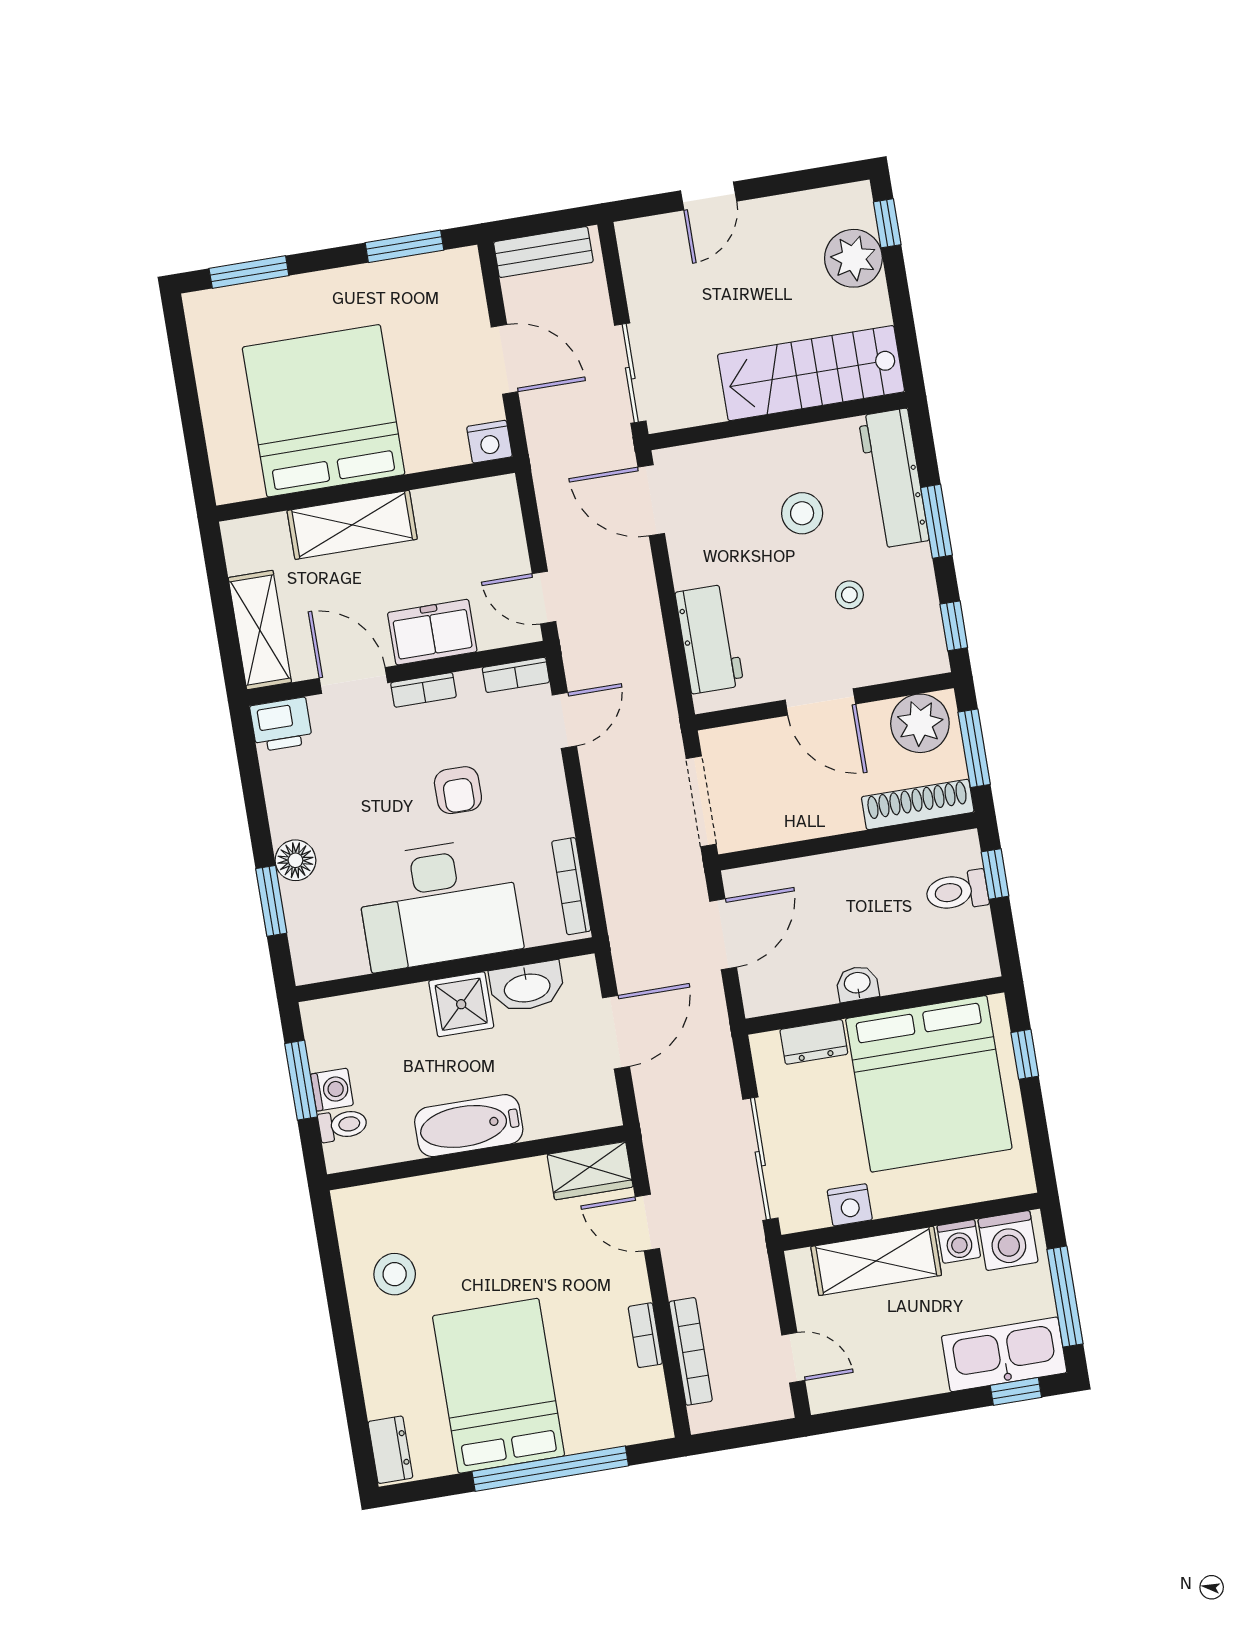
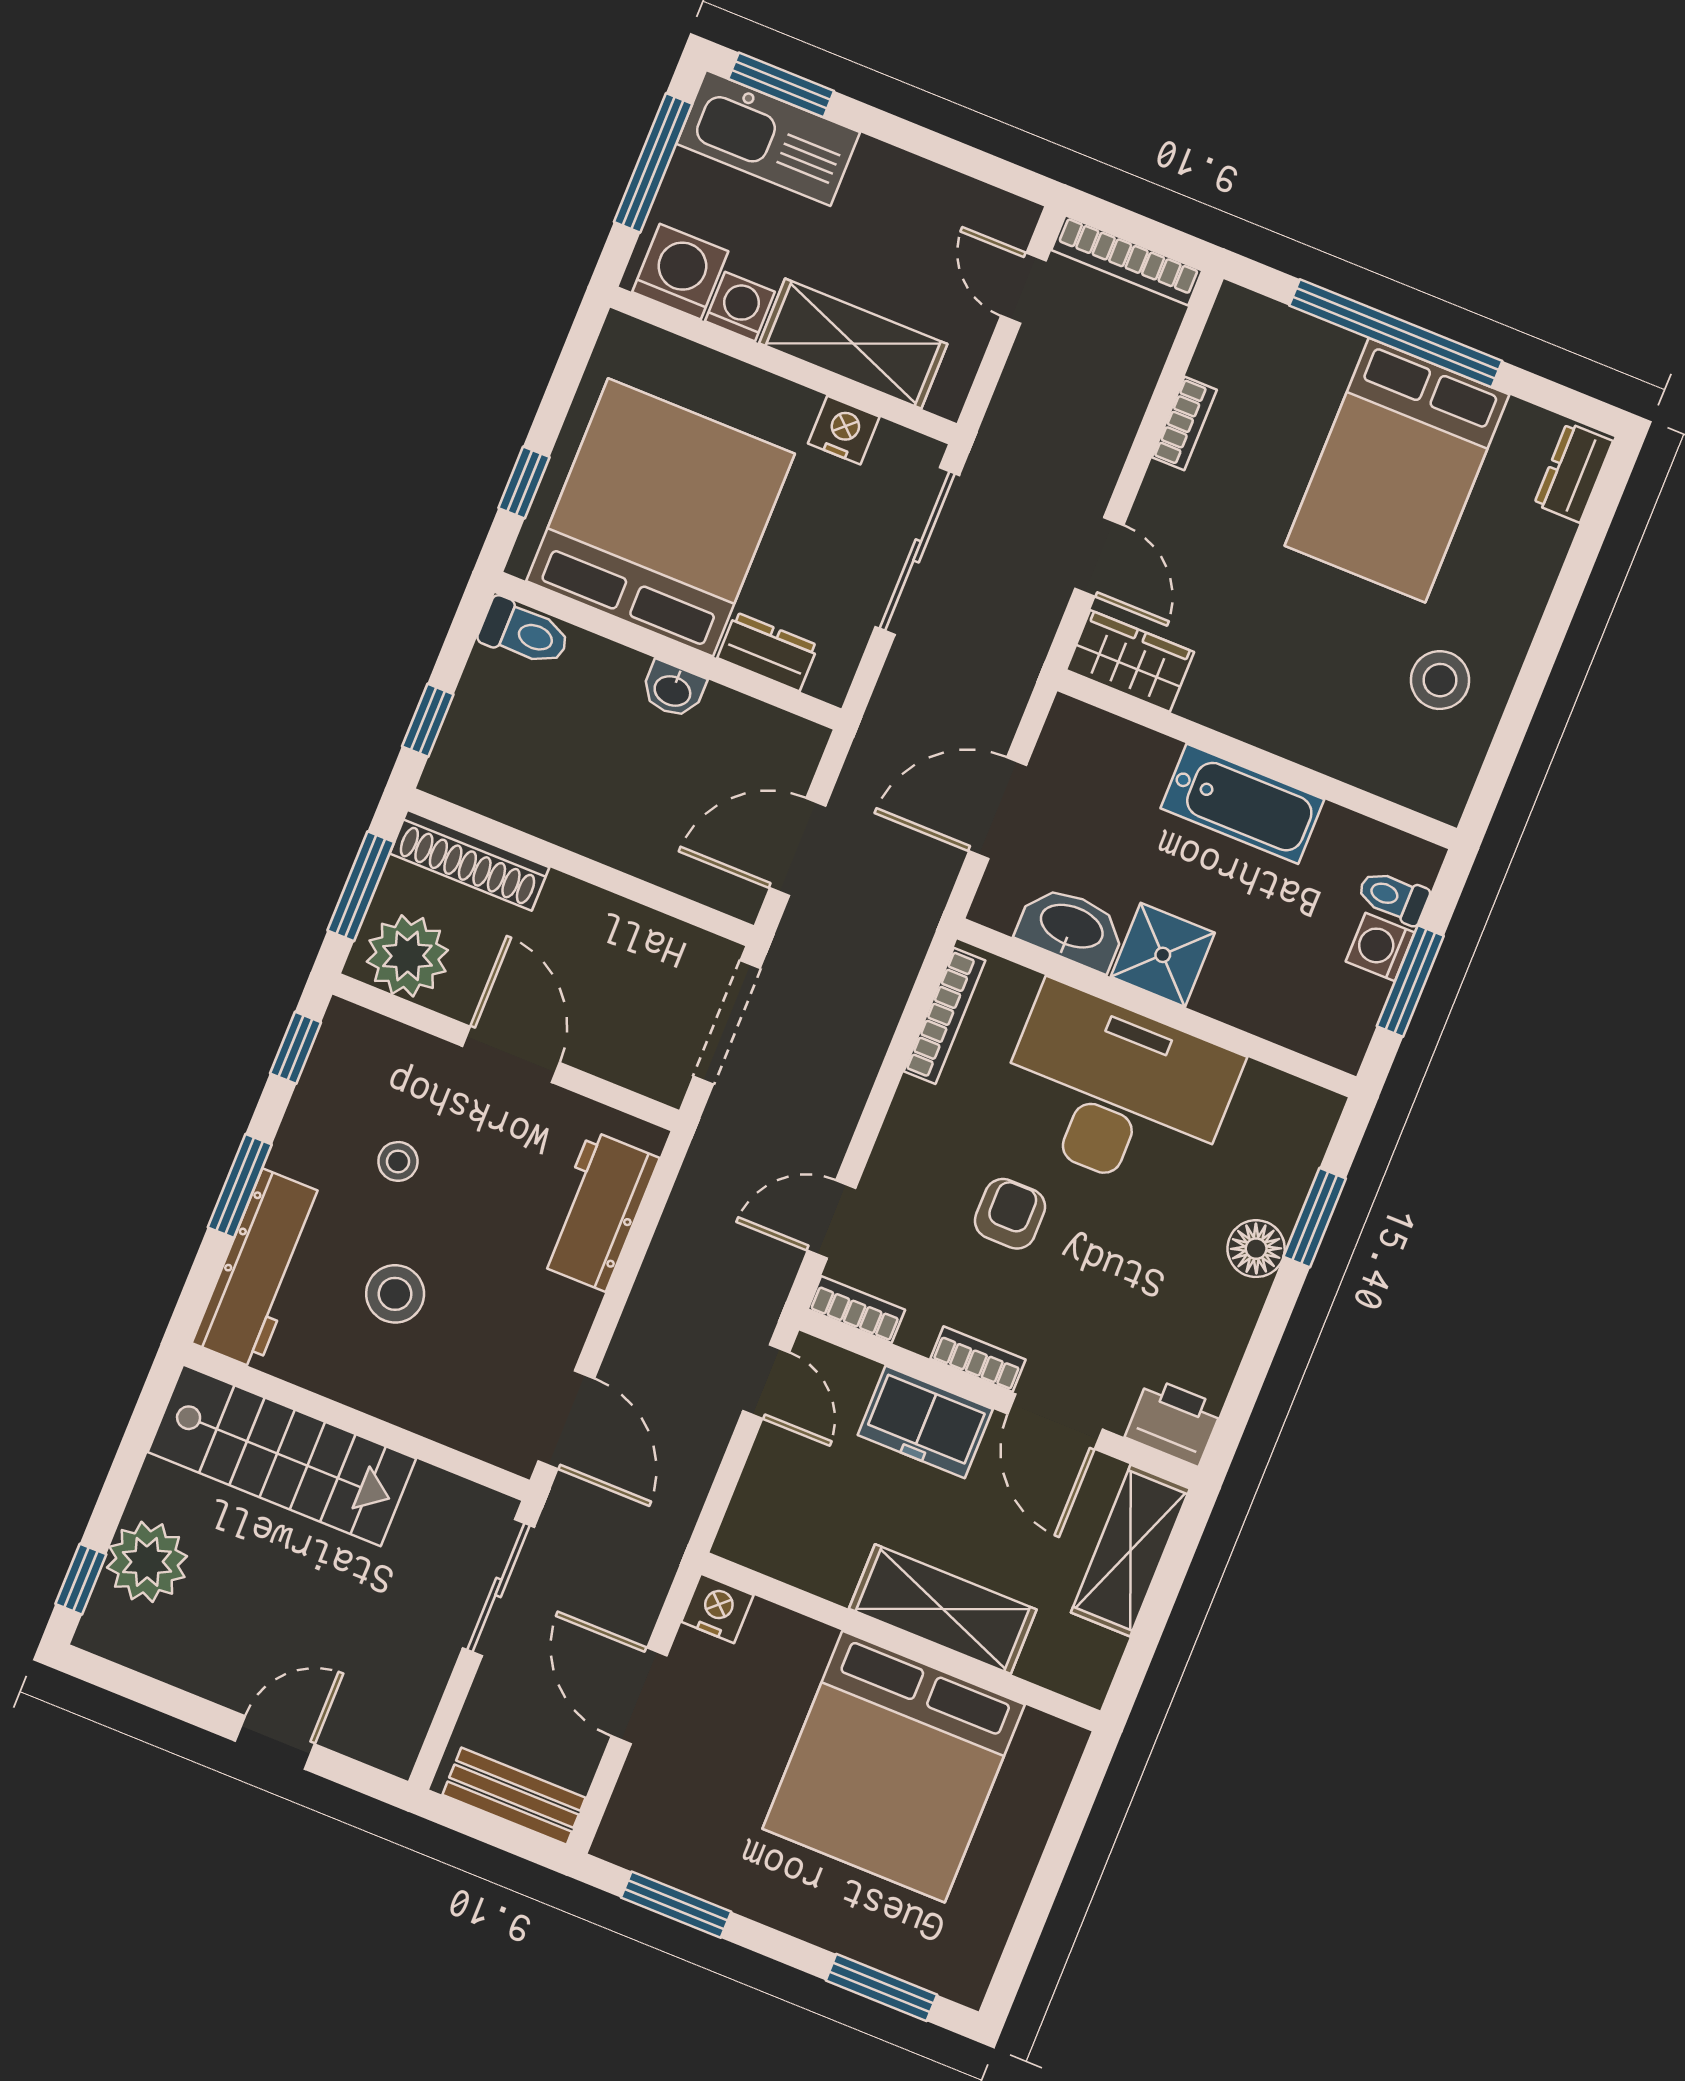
toilet: (957, 891) -> (524, 633), moved
bookcase: (691, 1351) -> (1127, 260), moved, turned -90
window: (1016, 1391) -> (781, 85), width x1.50

